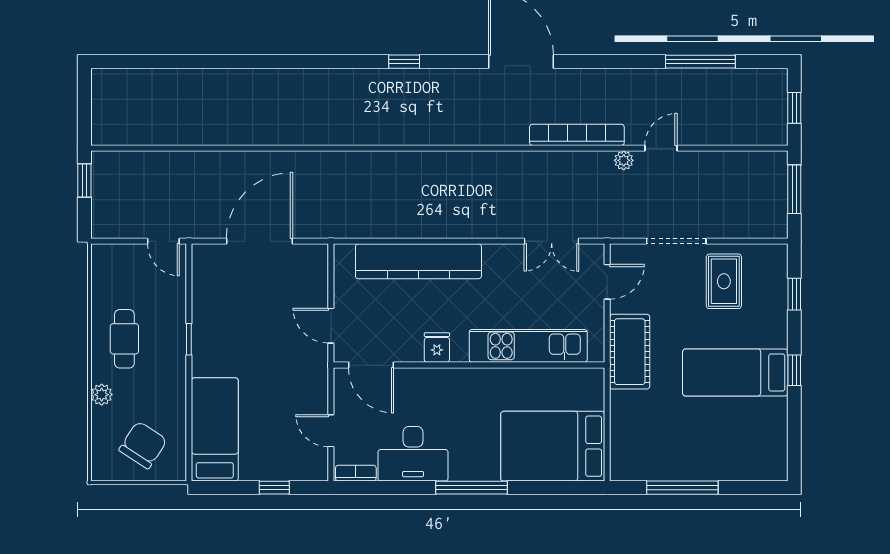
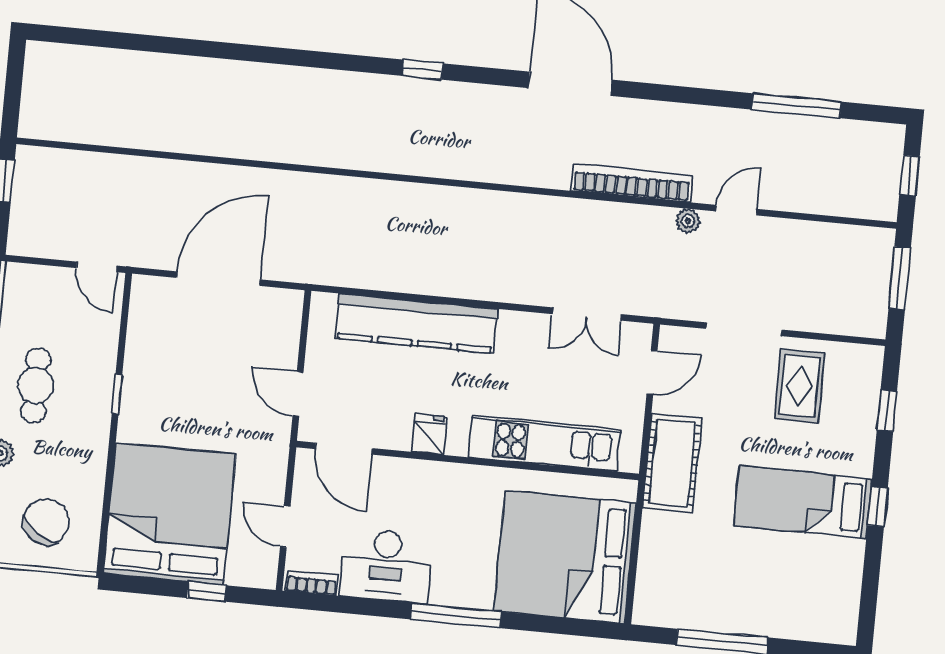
bed: (215, 429) -> (170, 514), width x2.04
bed: (553, 446) -> (565, 557), width x1.36

